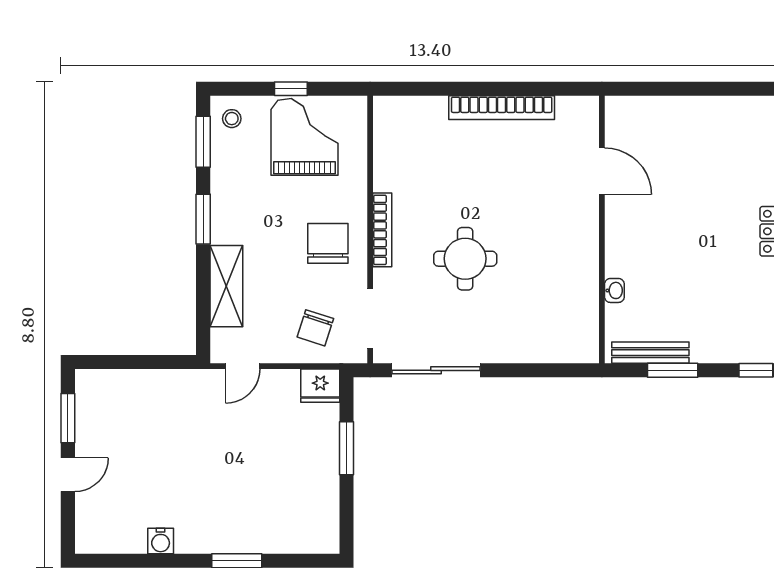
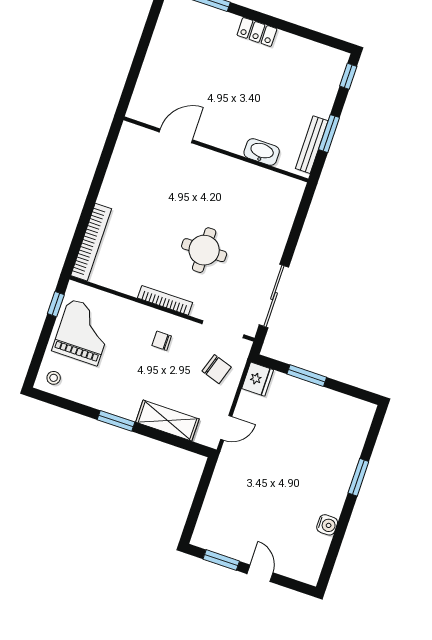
window: (291, 89) -> (56, 304), moved
bookcase: (502, 108) -> (91, 242), moved
grand piano: (304, 137) -> (83, 332), turned 90
window: (203, 142) -> (63, 403), removed
chair: (328, 243) -> (162, 341), width x0.54, depth x0.54
washbasin: (614, 290) -> (262, 152), width x1.91, depth x1.45
door: (243, 366) -> (226, 428), hinge flipped

